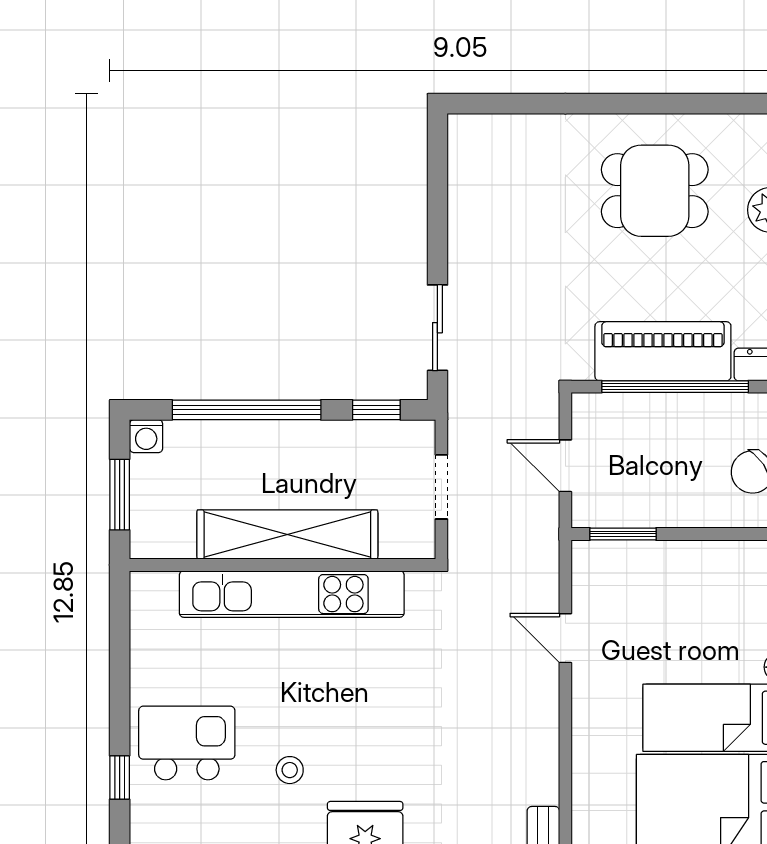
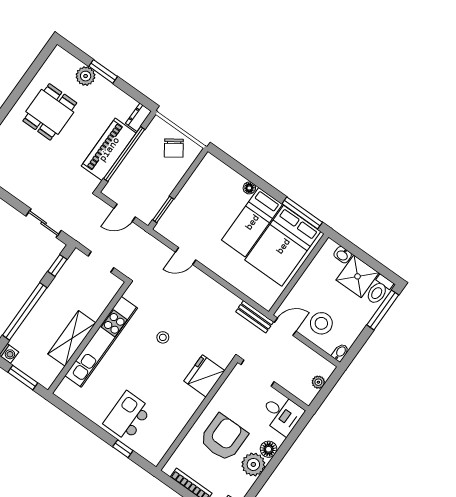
shelving: (287, 534) -> (72, 338), width x0.68
stool: (290, 770) -> (163, 337), moved

